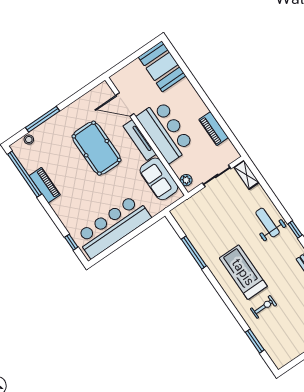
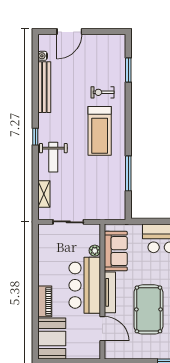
piano: (214, 129) -> (45, 301), moved
shelving: (247, 175) -> (44, 194), moved
plant: (186, 180) -> (95, 251), moved

